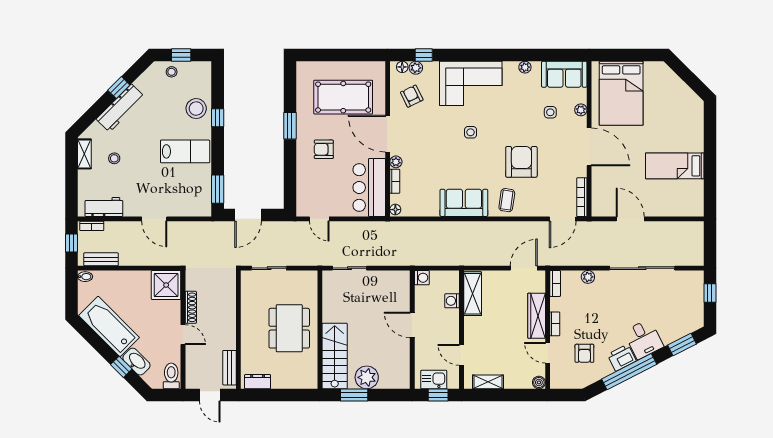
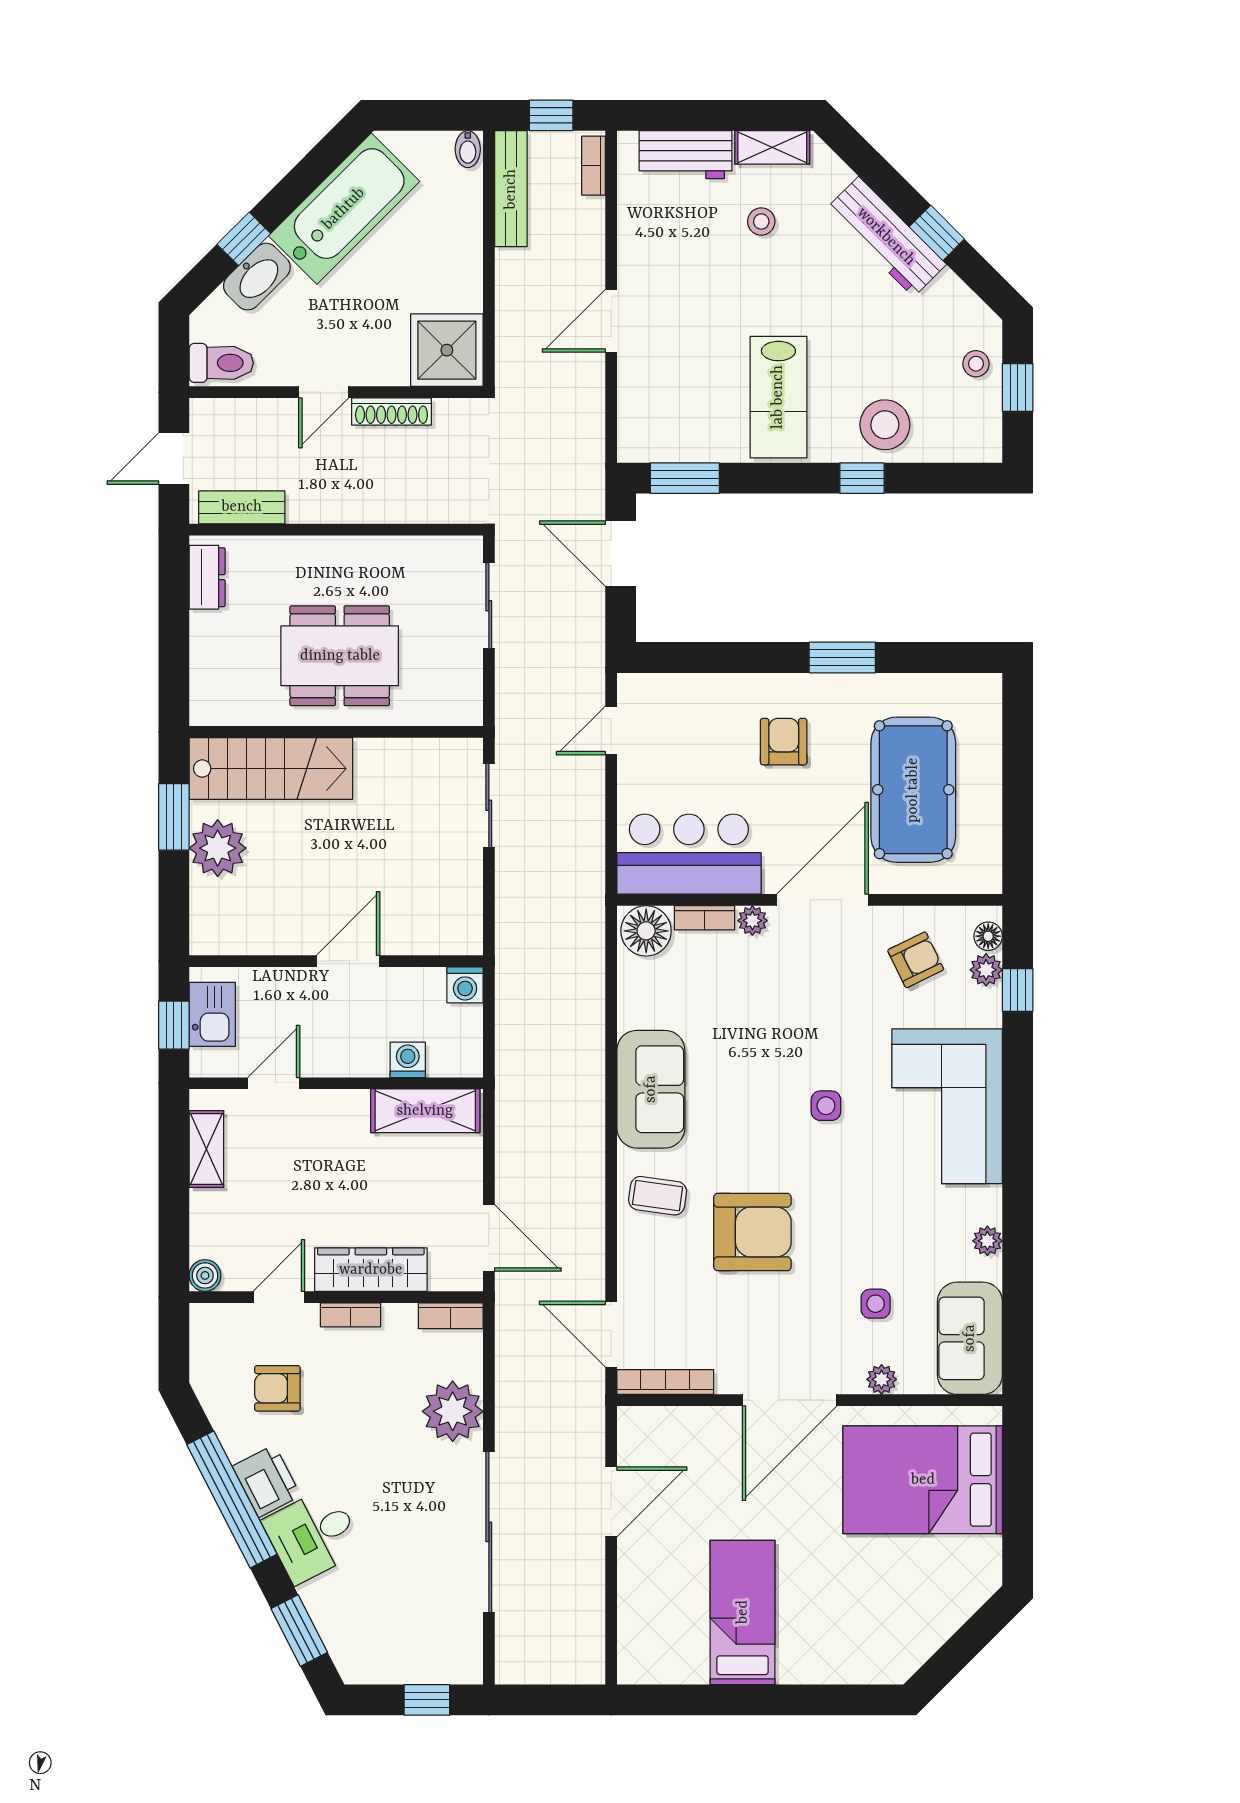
workbench: (104, 207) -> (685, 155), moved, turned 90
floor lamp: (395, 210) -> (646, 931), width x1.89, depth x1.89
bench: (101, 259) -> (511, 189), width x1.36
plant: (588, 277) -> (453, 1411), width x1.87, depth x1.87

